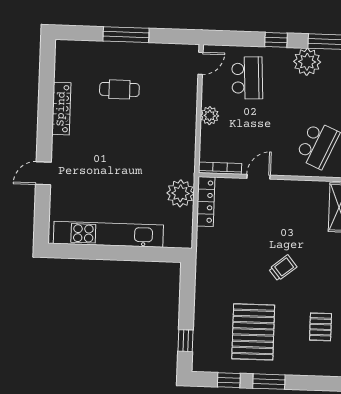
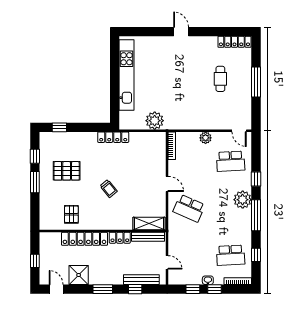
locker: (61, 109) -> (234, 42), moved
door: (43, 173) -> (181, 32), moved
door: (259, 177) -> (167, 184), moved
locker: (206, 201) -> (113, 137), moved
pallet: (321, 327) -> (71, 214), turned 90
pallet: (253, 332) -> (67, 171), width x0.73, depth x0.71

